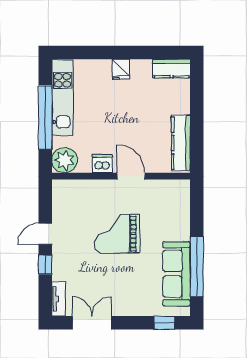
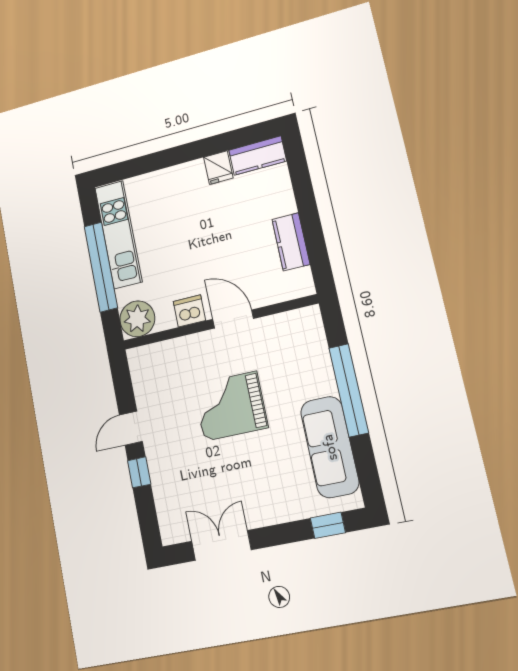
fridge: (121, 69) -> (218, 168), moved
kitchen counter: (181, 143) -> (291, 242), width x0.67
window: (197, 267) -> (349, 390), moved
tv unit: (58, 299) -> (167, 519), removed

